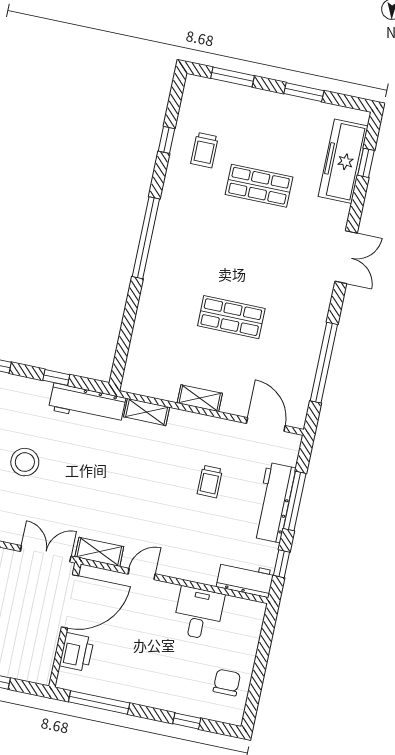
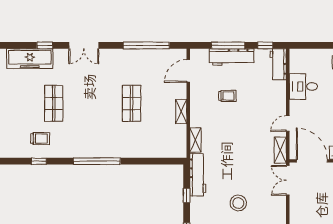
window: (366, 163) -> (45, 45), moved
double door: (346, 257) -> (84, 45), swing flipped
door: (142, 574) -> (288, 124), hinge flipped

